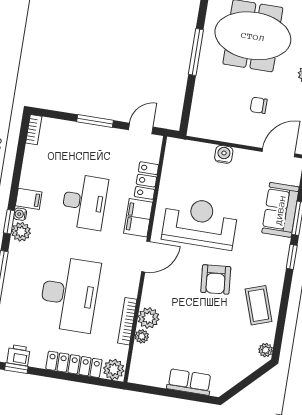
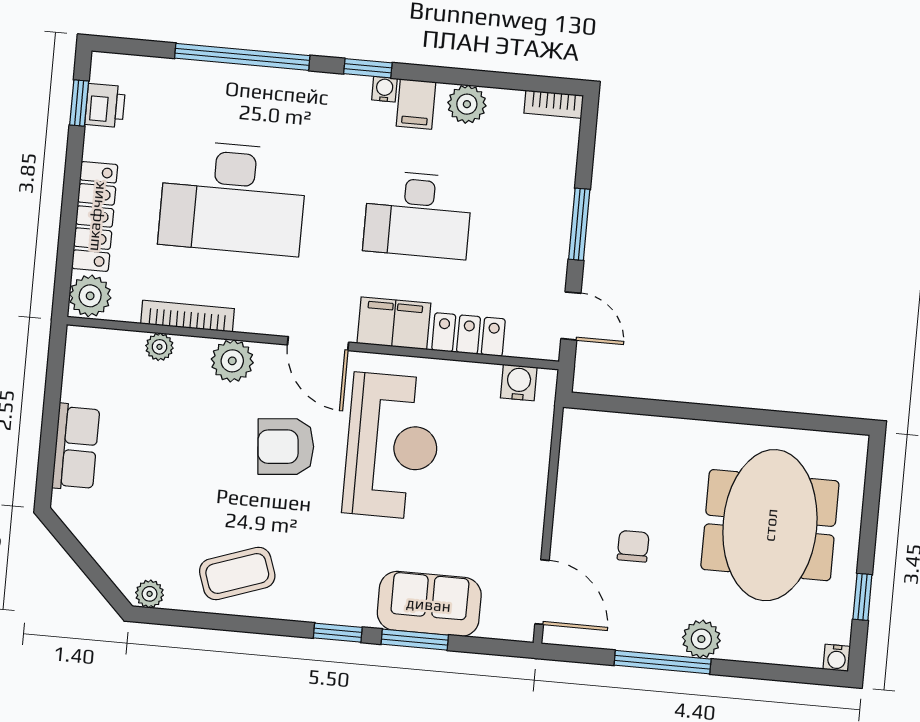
window: (196, 52) -> (730, 415), removed
water cooler: (224, 154) -> (519, 383), moved, turned -90
plant: (21, 232) -> (467, 104), moved
armchair: (216, 279) -> (286, 447), moved
plant: (149, 318) -> (232, 361), moved

